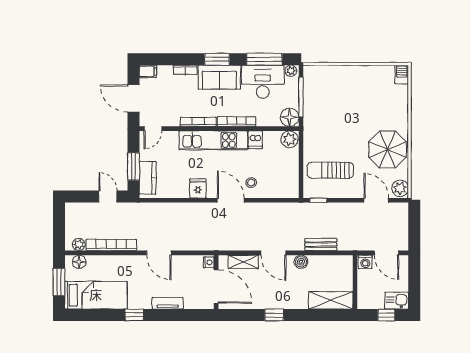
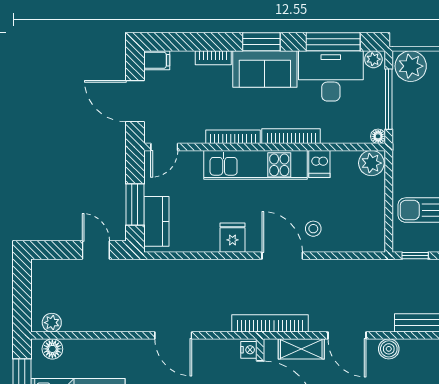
plant: (315, 75) -> (411, 66), added
floor lamp: (290, 117) -> (378, 136), width x0.53, depth x0.53
bookcase: (111, 245) -> (270, 323), moved

